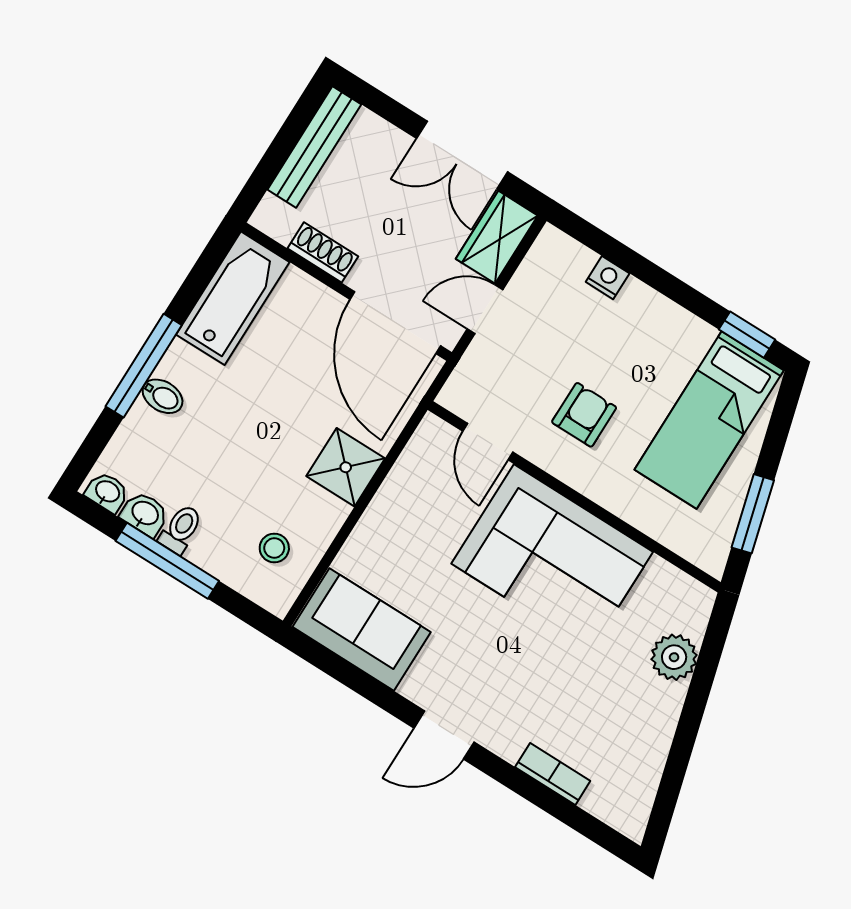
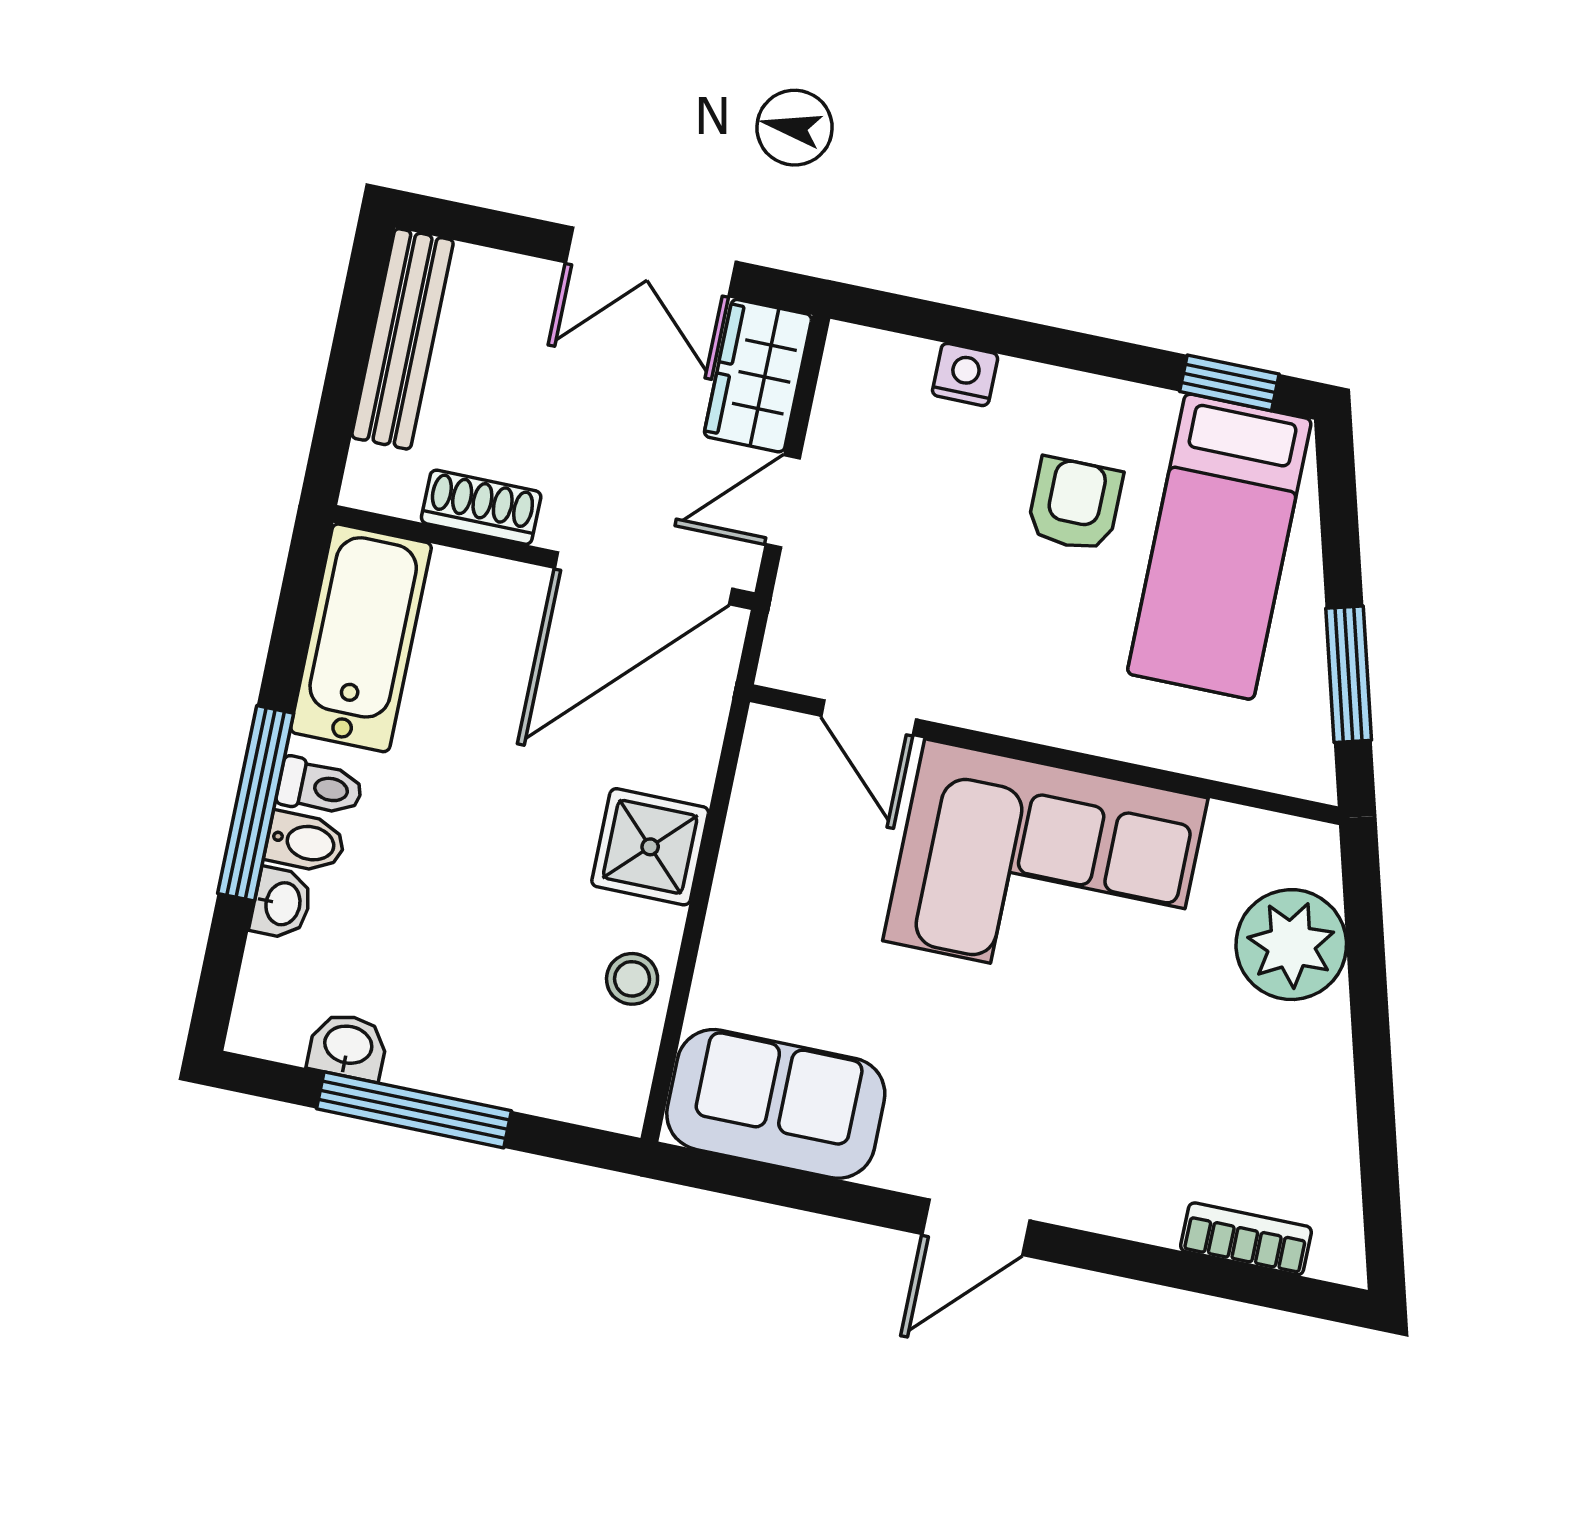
door: (395, 323) -> (643, 578), hinge flipped
armchair: (584, 415) -> (1075, 504), moved
washbasin: (107, 492) -> (281, 903), moved, turned 90
toilet: (181, 529) -> (320, 787), moved, turned 90
stool: (274, 548) -> (632, 979), moved
plant: (674, 657) -> (1291, 945), width x1.36, depth x1.36
bookcase: (553, 774) -> (1246, 1239), moved

